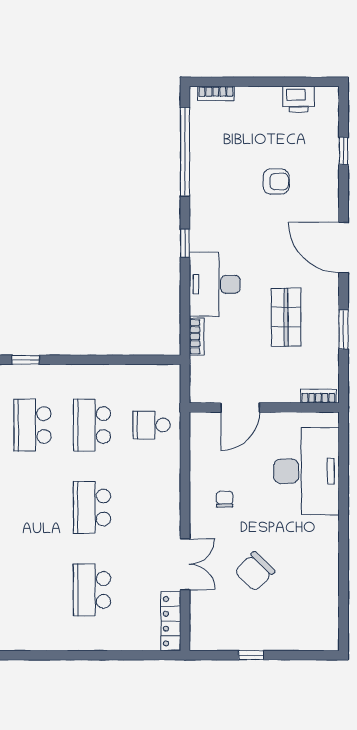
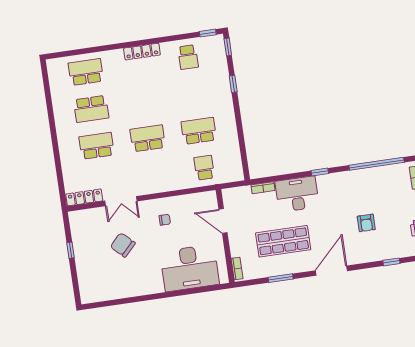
shop shelf: (286, 317) -> (283, 241), width x1.43, depth x1.36
school desk: (32, 425) -> (91, 109), moved, turned 180

